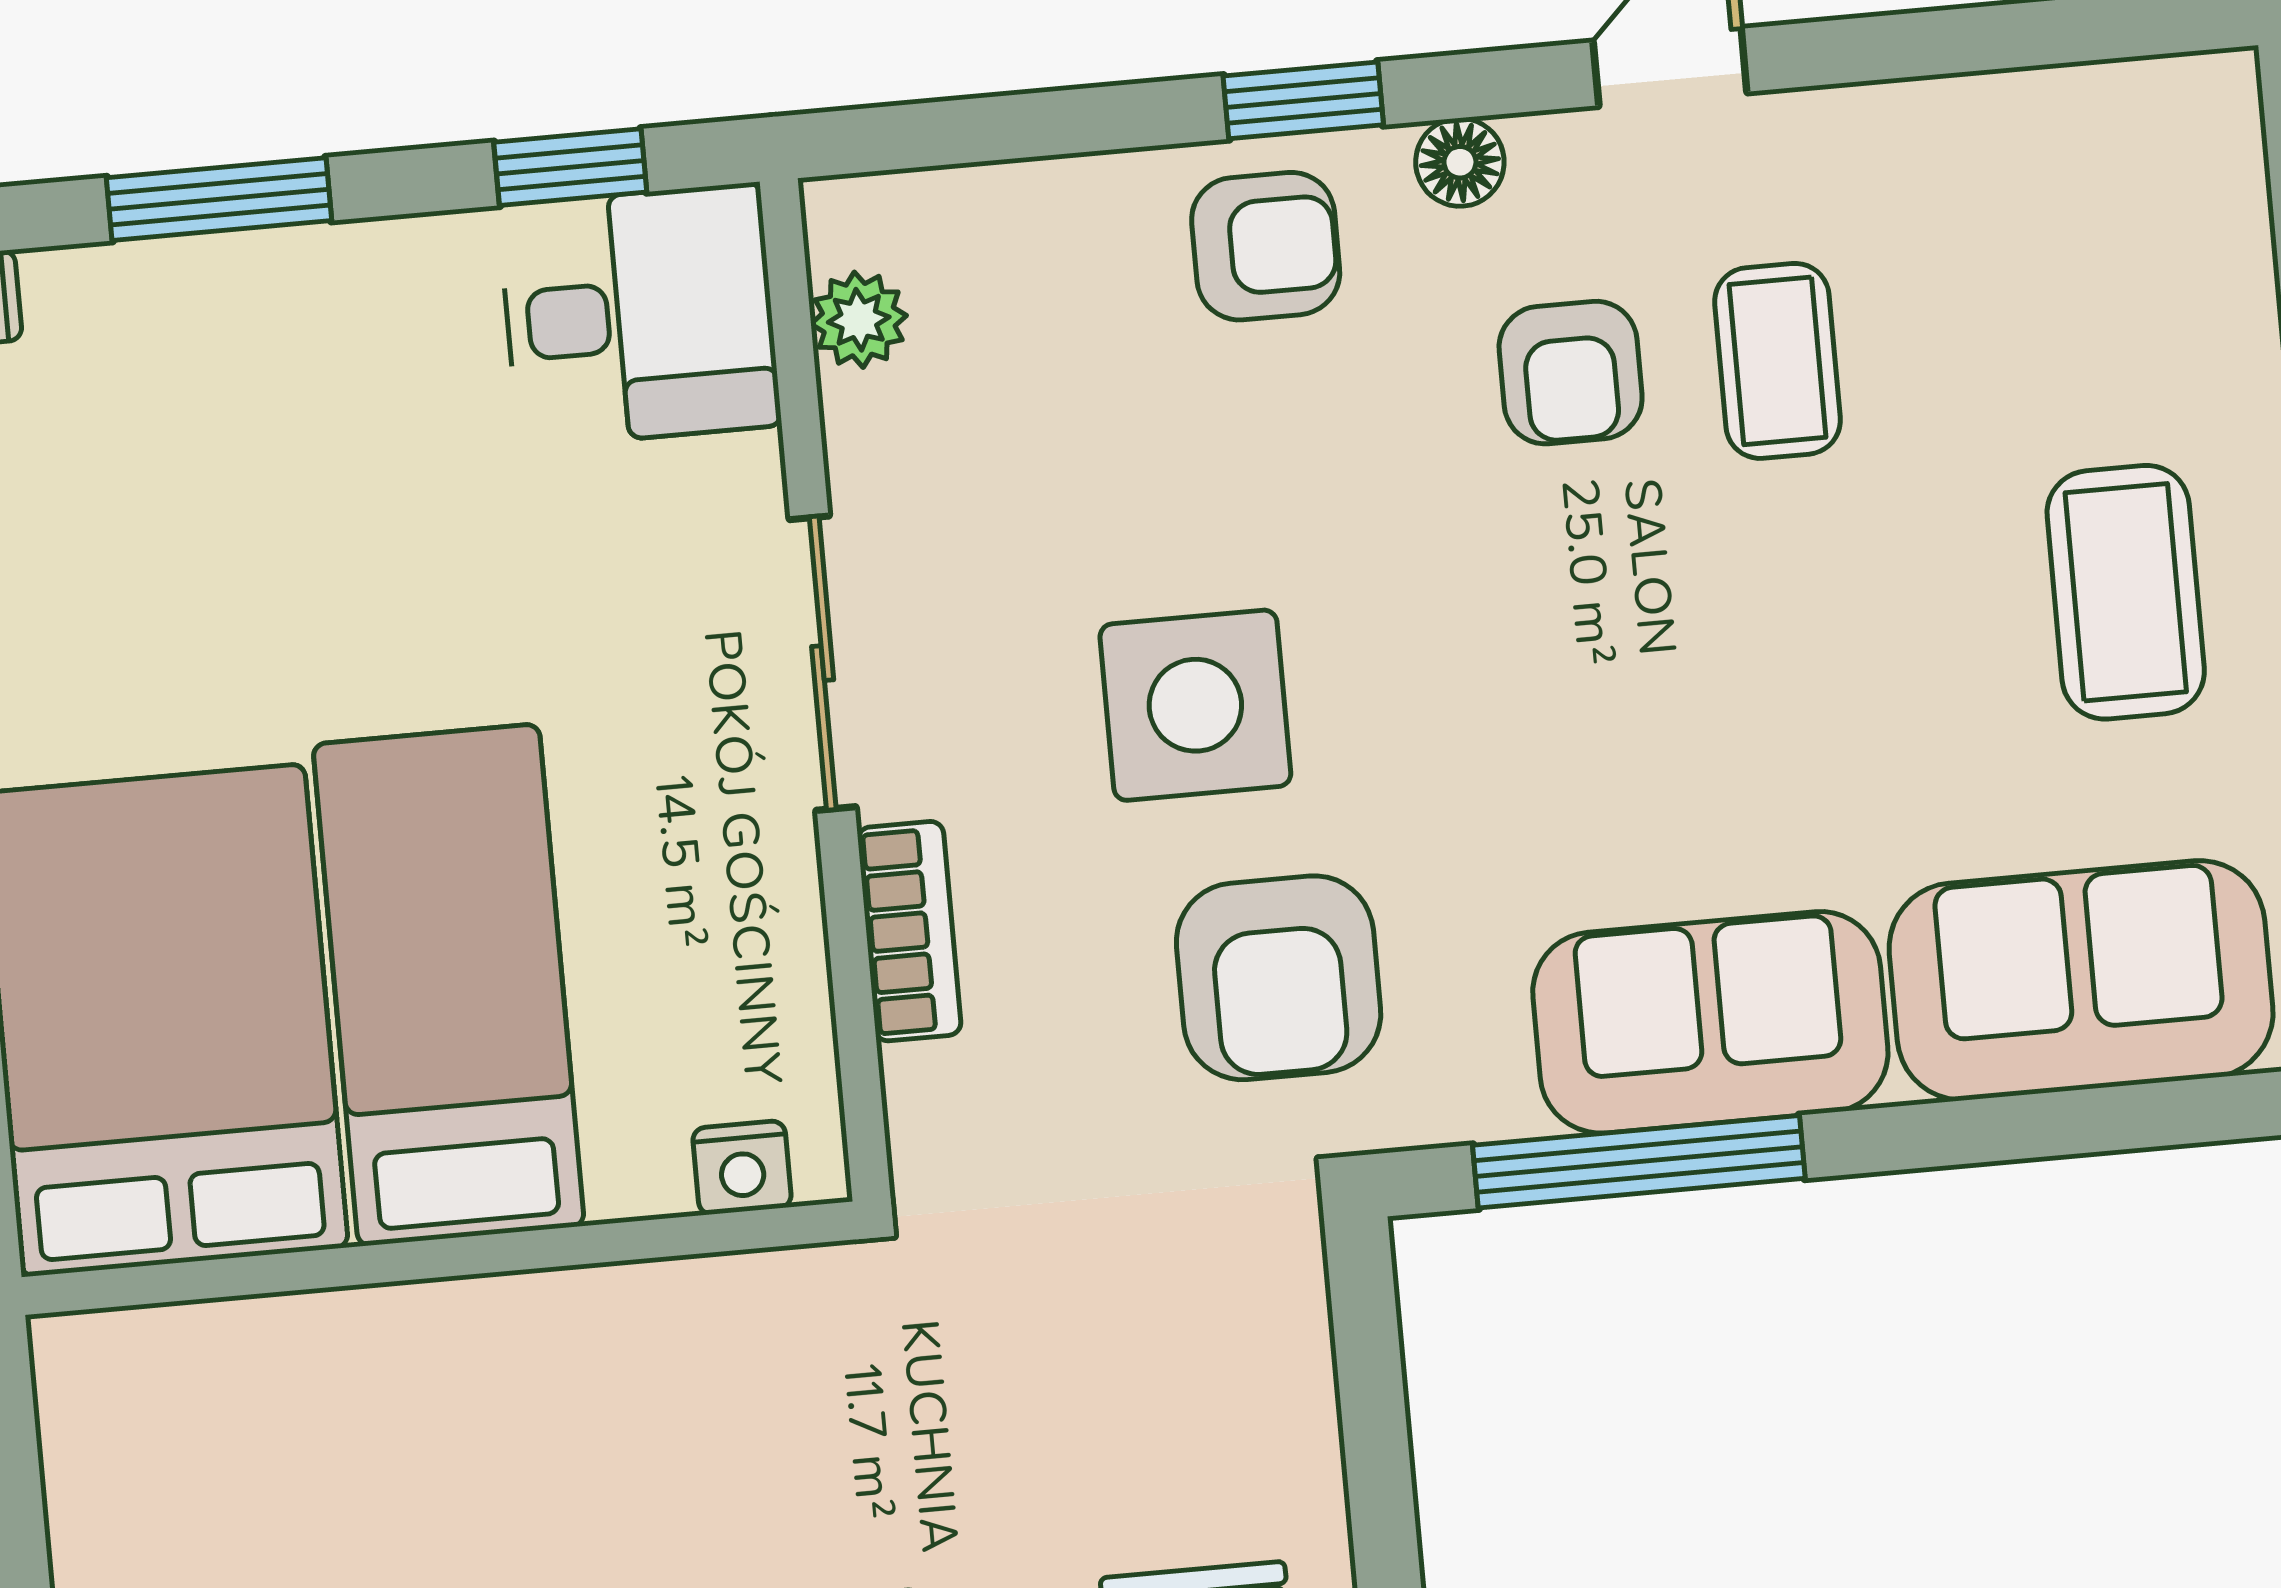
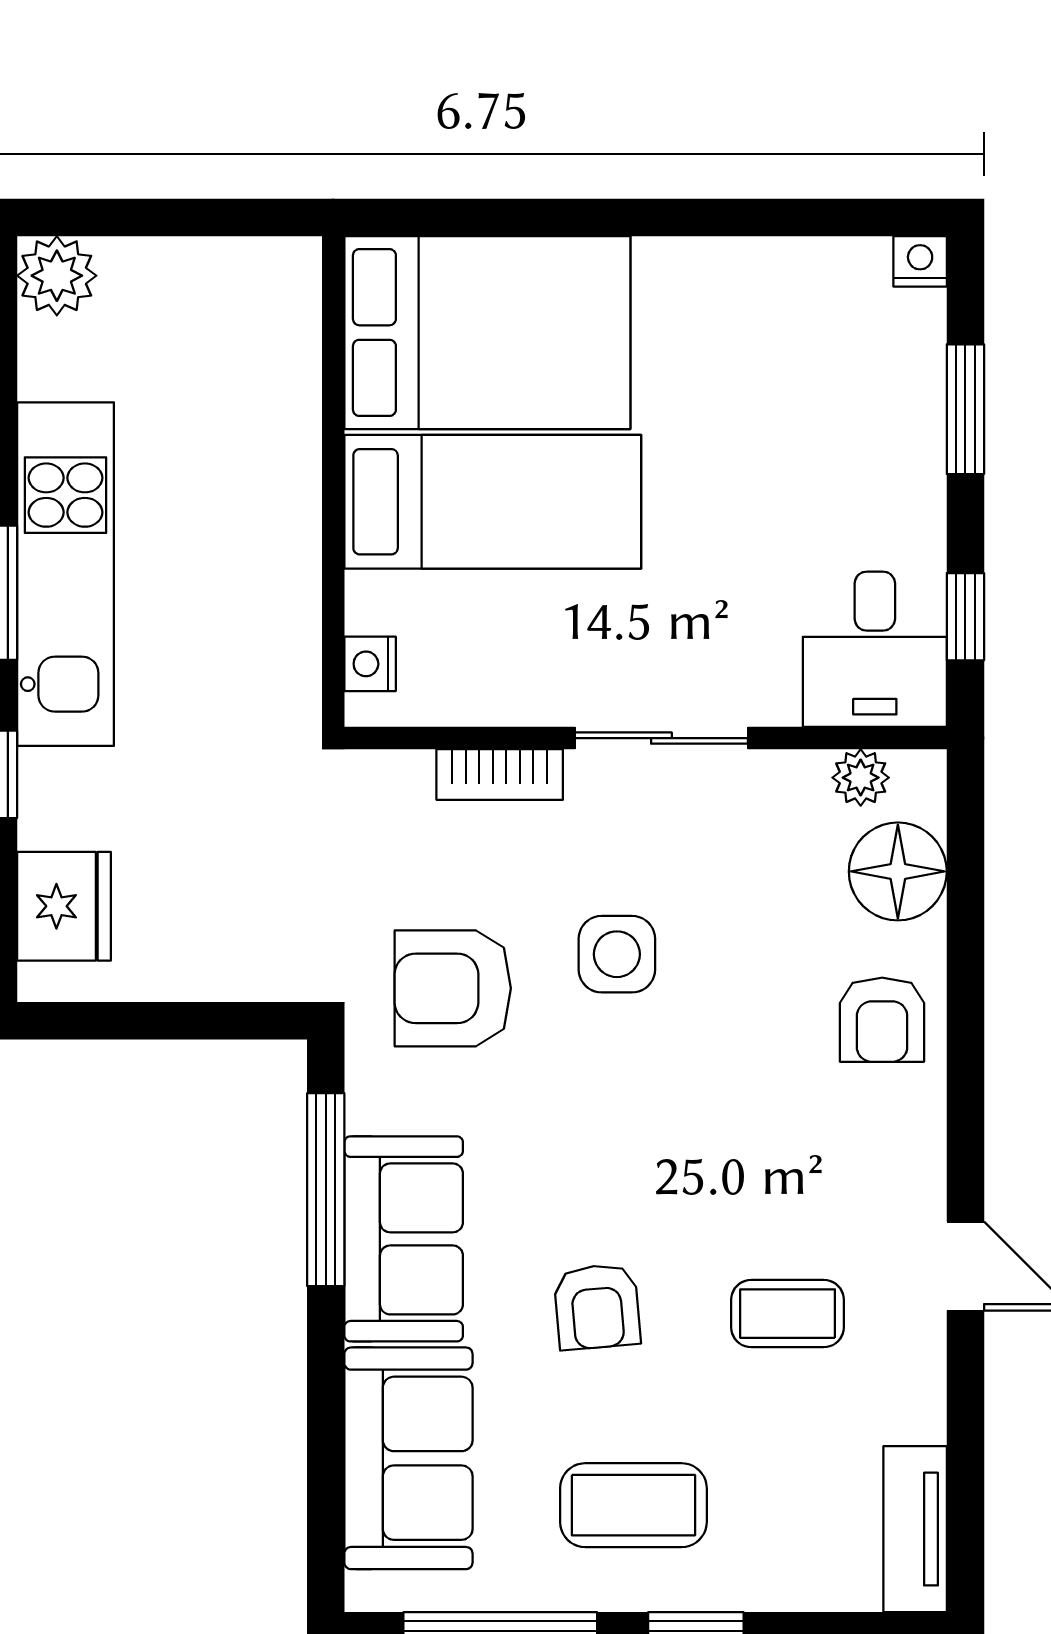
window: (1303, 100) -> (965, 1050), removed
tv unit: (2123, 112) -> (915, 1529), added
floor lamp: (1460, 162) -> (898, 871), moved, width x1.89, depth x1.89
armchair: (1571, 373) -> (597, 1307), moved, turned -95
side table: (1195, 705) -> (617, 954), width x0.73, depth x0.73

